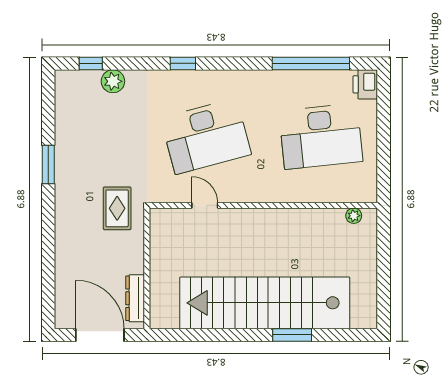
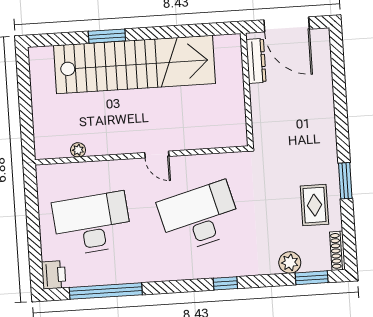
window: (91, 63) -> (312, 278), width x1.50
shoe rack: (61, 90) -> (337, 251), added
door: (205, 205) -> (157, 155), moved
rug: (117, 208) -> (314, 205), moved
plant: (354, 216) -> (78, 150), moved

